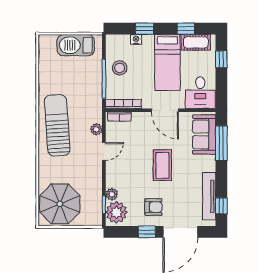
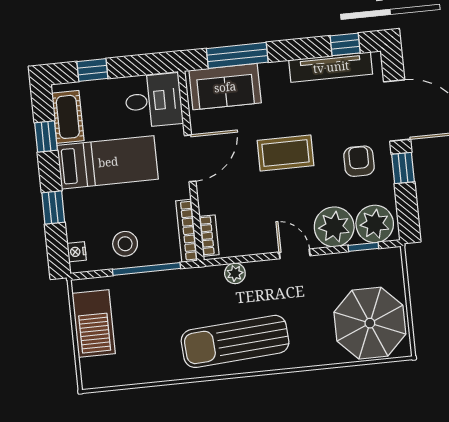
nightstand: (136, 40) -> (77, 252), moved
door: (104, 151) -> (295, 254), moved
plant: (112, 194) -> (334, 227), width x1.88, depth x1.88

